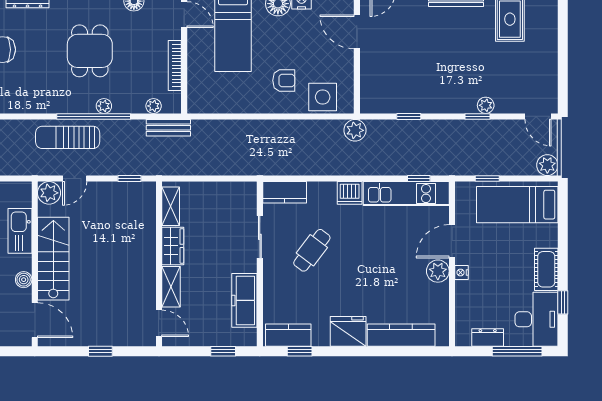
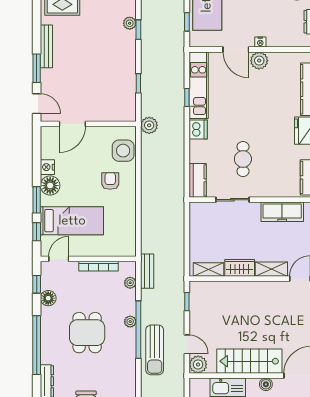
dining table: (90, 51) -> (87, 333), turned 90
window: (419, 179) -> (187, 97), moved
cafe table: (312, 250) -> (243, 159), turned 53

